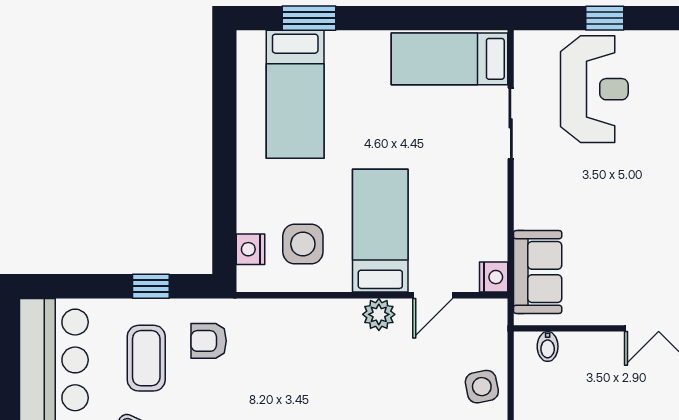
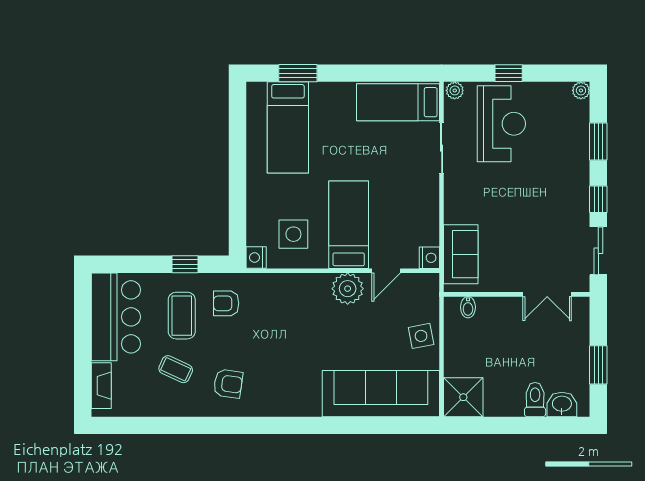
plant: (529, 42) -> (455, 90), added
nightstand: (251, 249) -> (256, 258), moved
plant: (379, 314) -> (348, 289), width x1.36, depth x1.36

